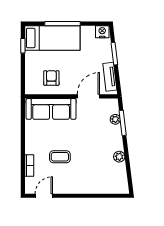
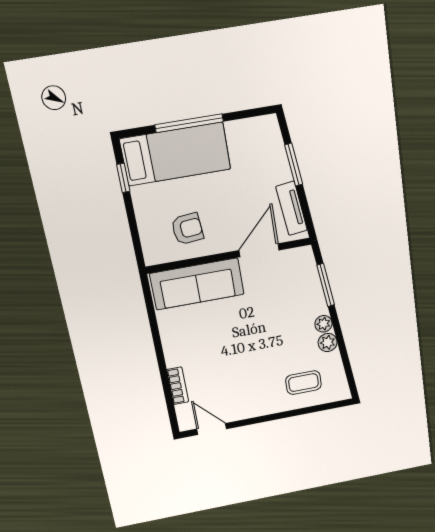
nightstand: (102, 32) -> (265, 127), removed
armchair: (51, 78) -> (187, 229), turned 85
plant: (115, 119) -> (324, 324), moved
coffee table: (60, 157) -> (303, 383), moved
door: (44, 196) -> (212, 429), hinge flipped

